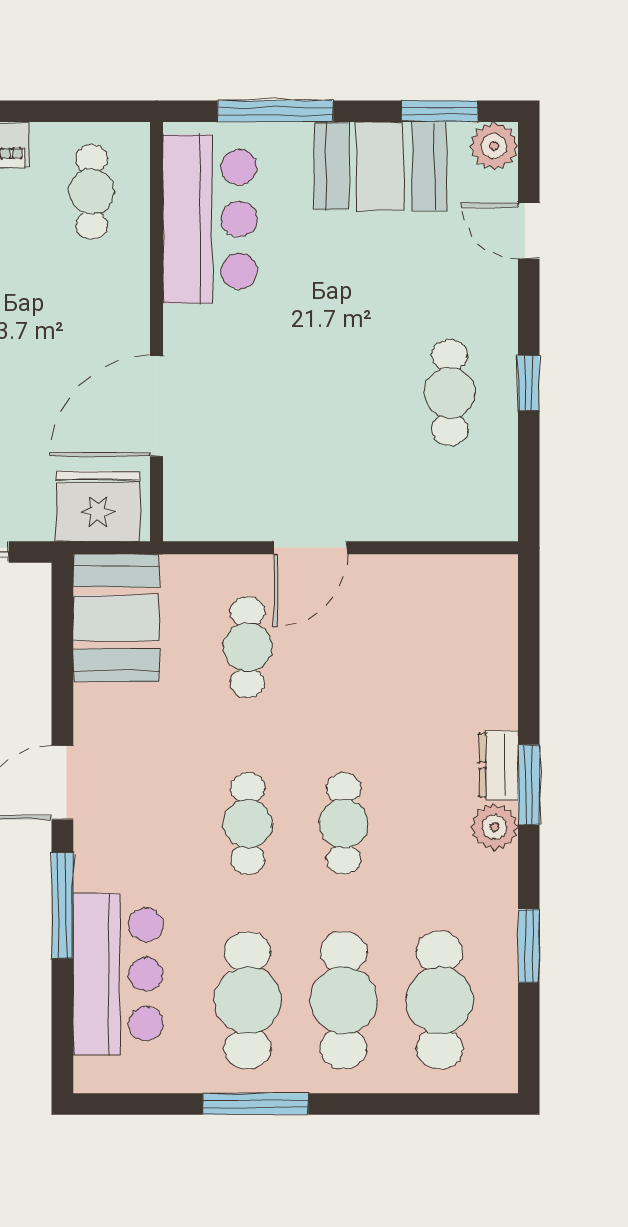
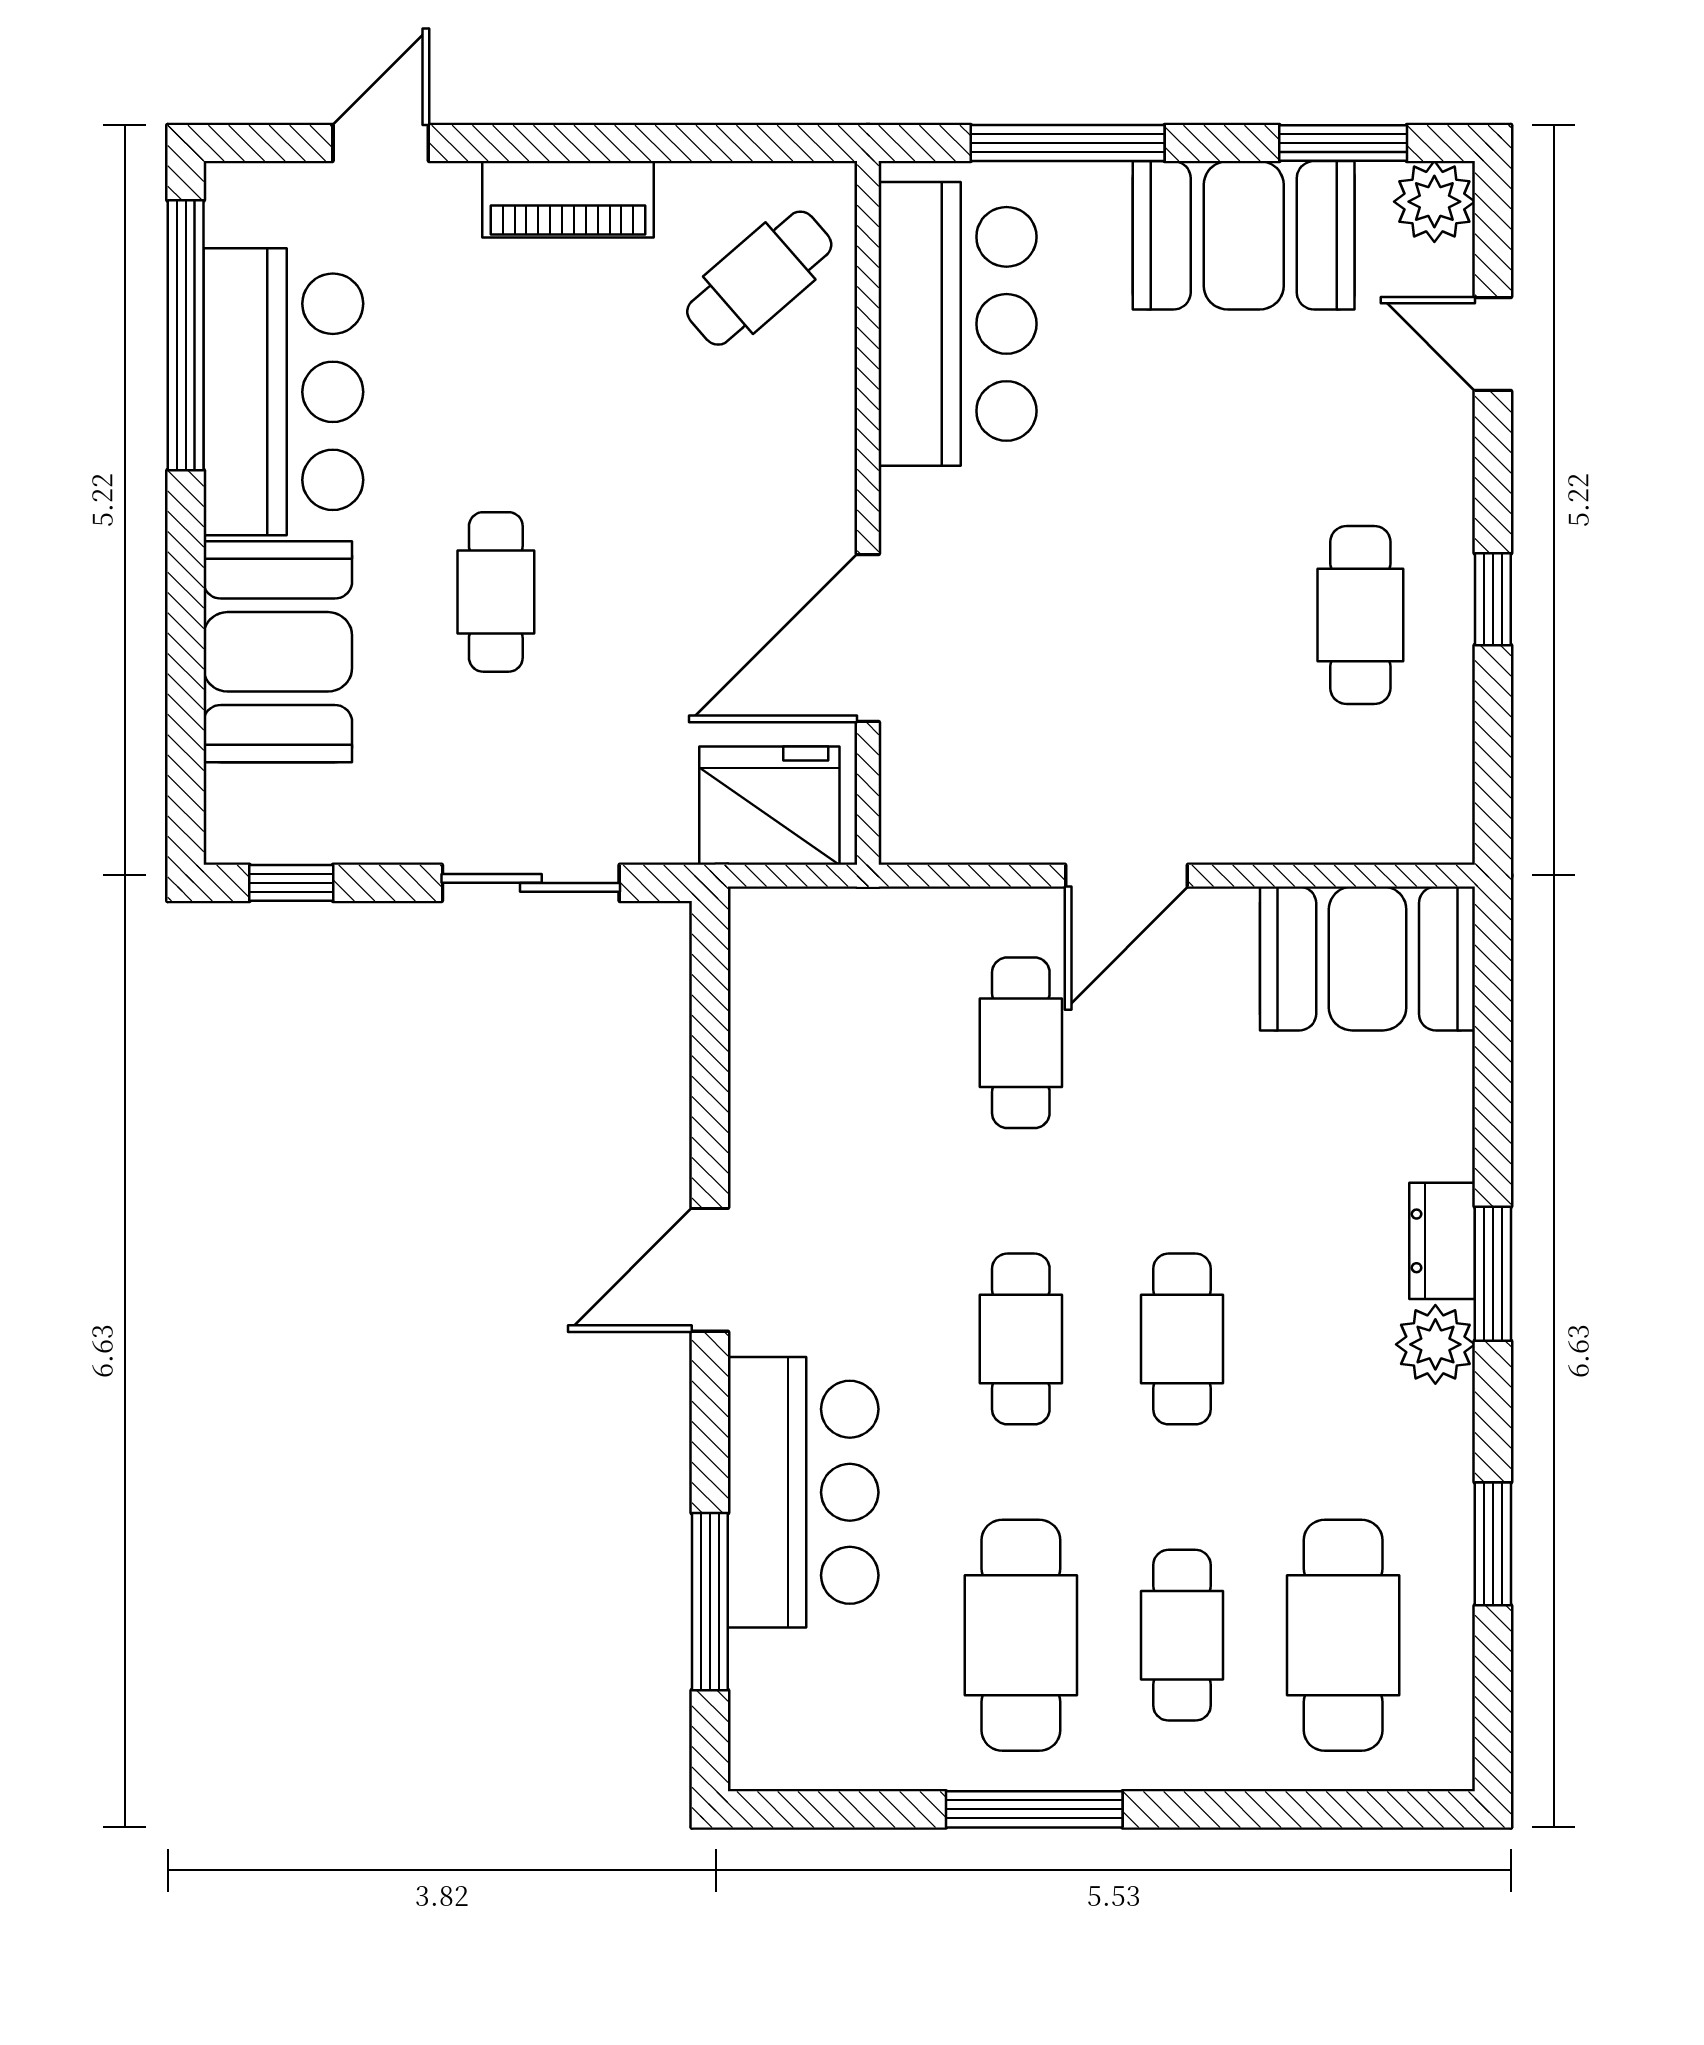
cafe table: (92, 192) -> (759, 278), turned 49
booth: (116, 618) -> (1368, 958), moved, turned 90
window: (62, 906) -> (710, 1602), moved
bar counter: (118, 974) -> (803, 1492), moved
cafe table: (344, 1000) -> (1182, 1635), width x0.73, depth x0.74

